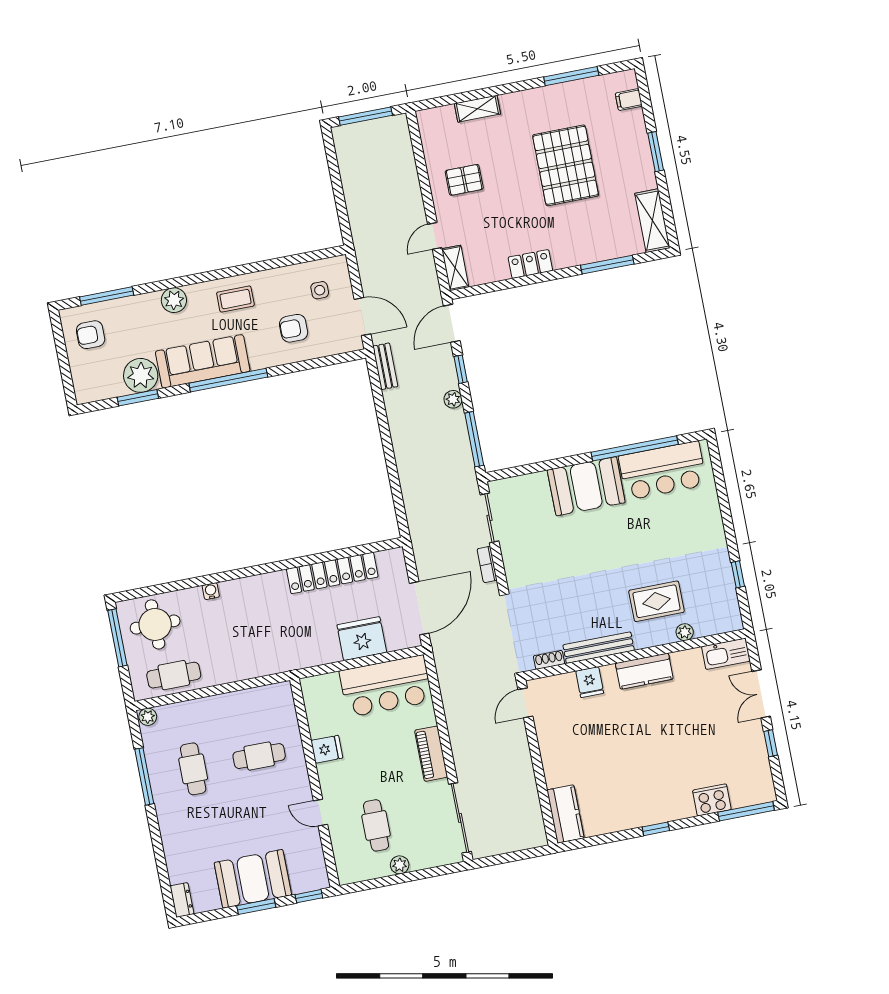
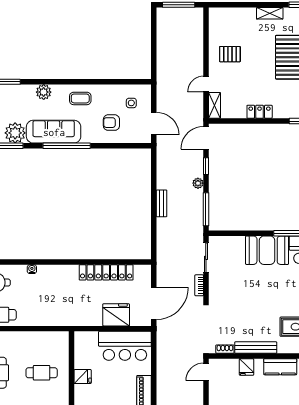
shelving: (477, 109) -> (270, 13), moved
bench: (385, 366) -> (162, 203), moved

